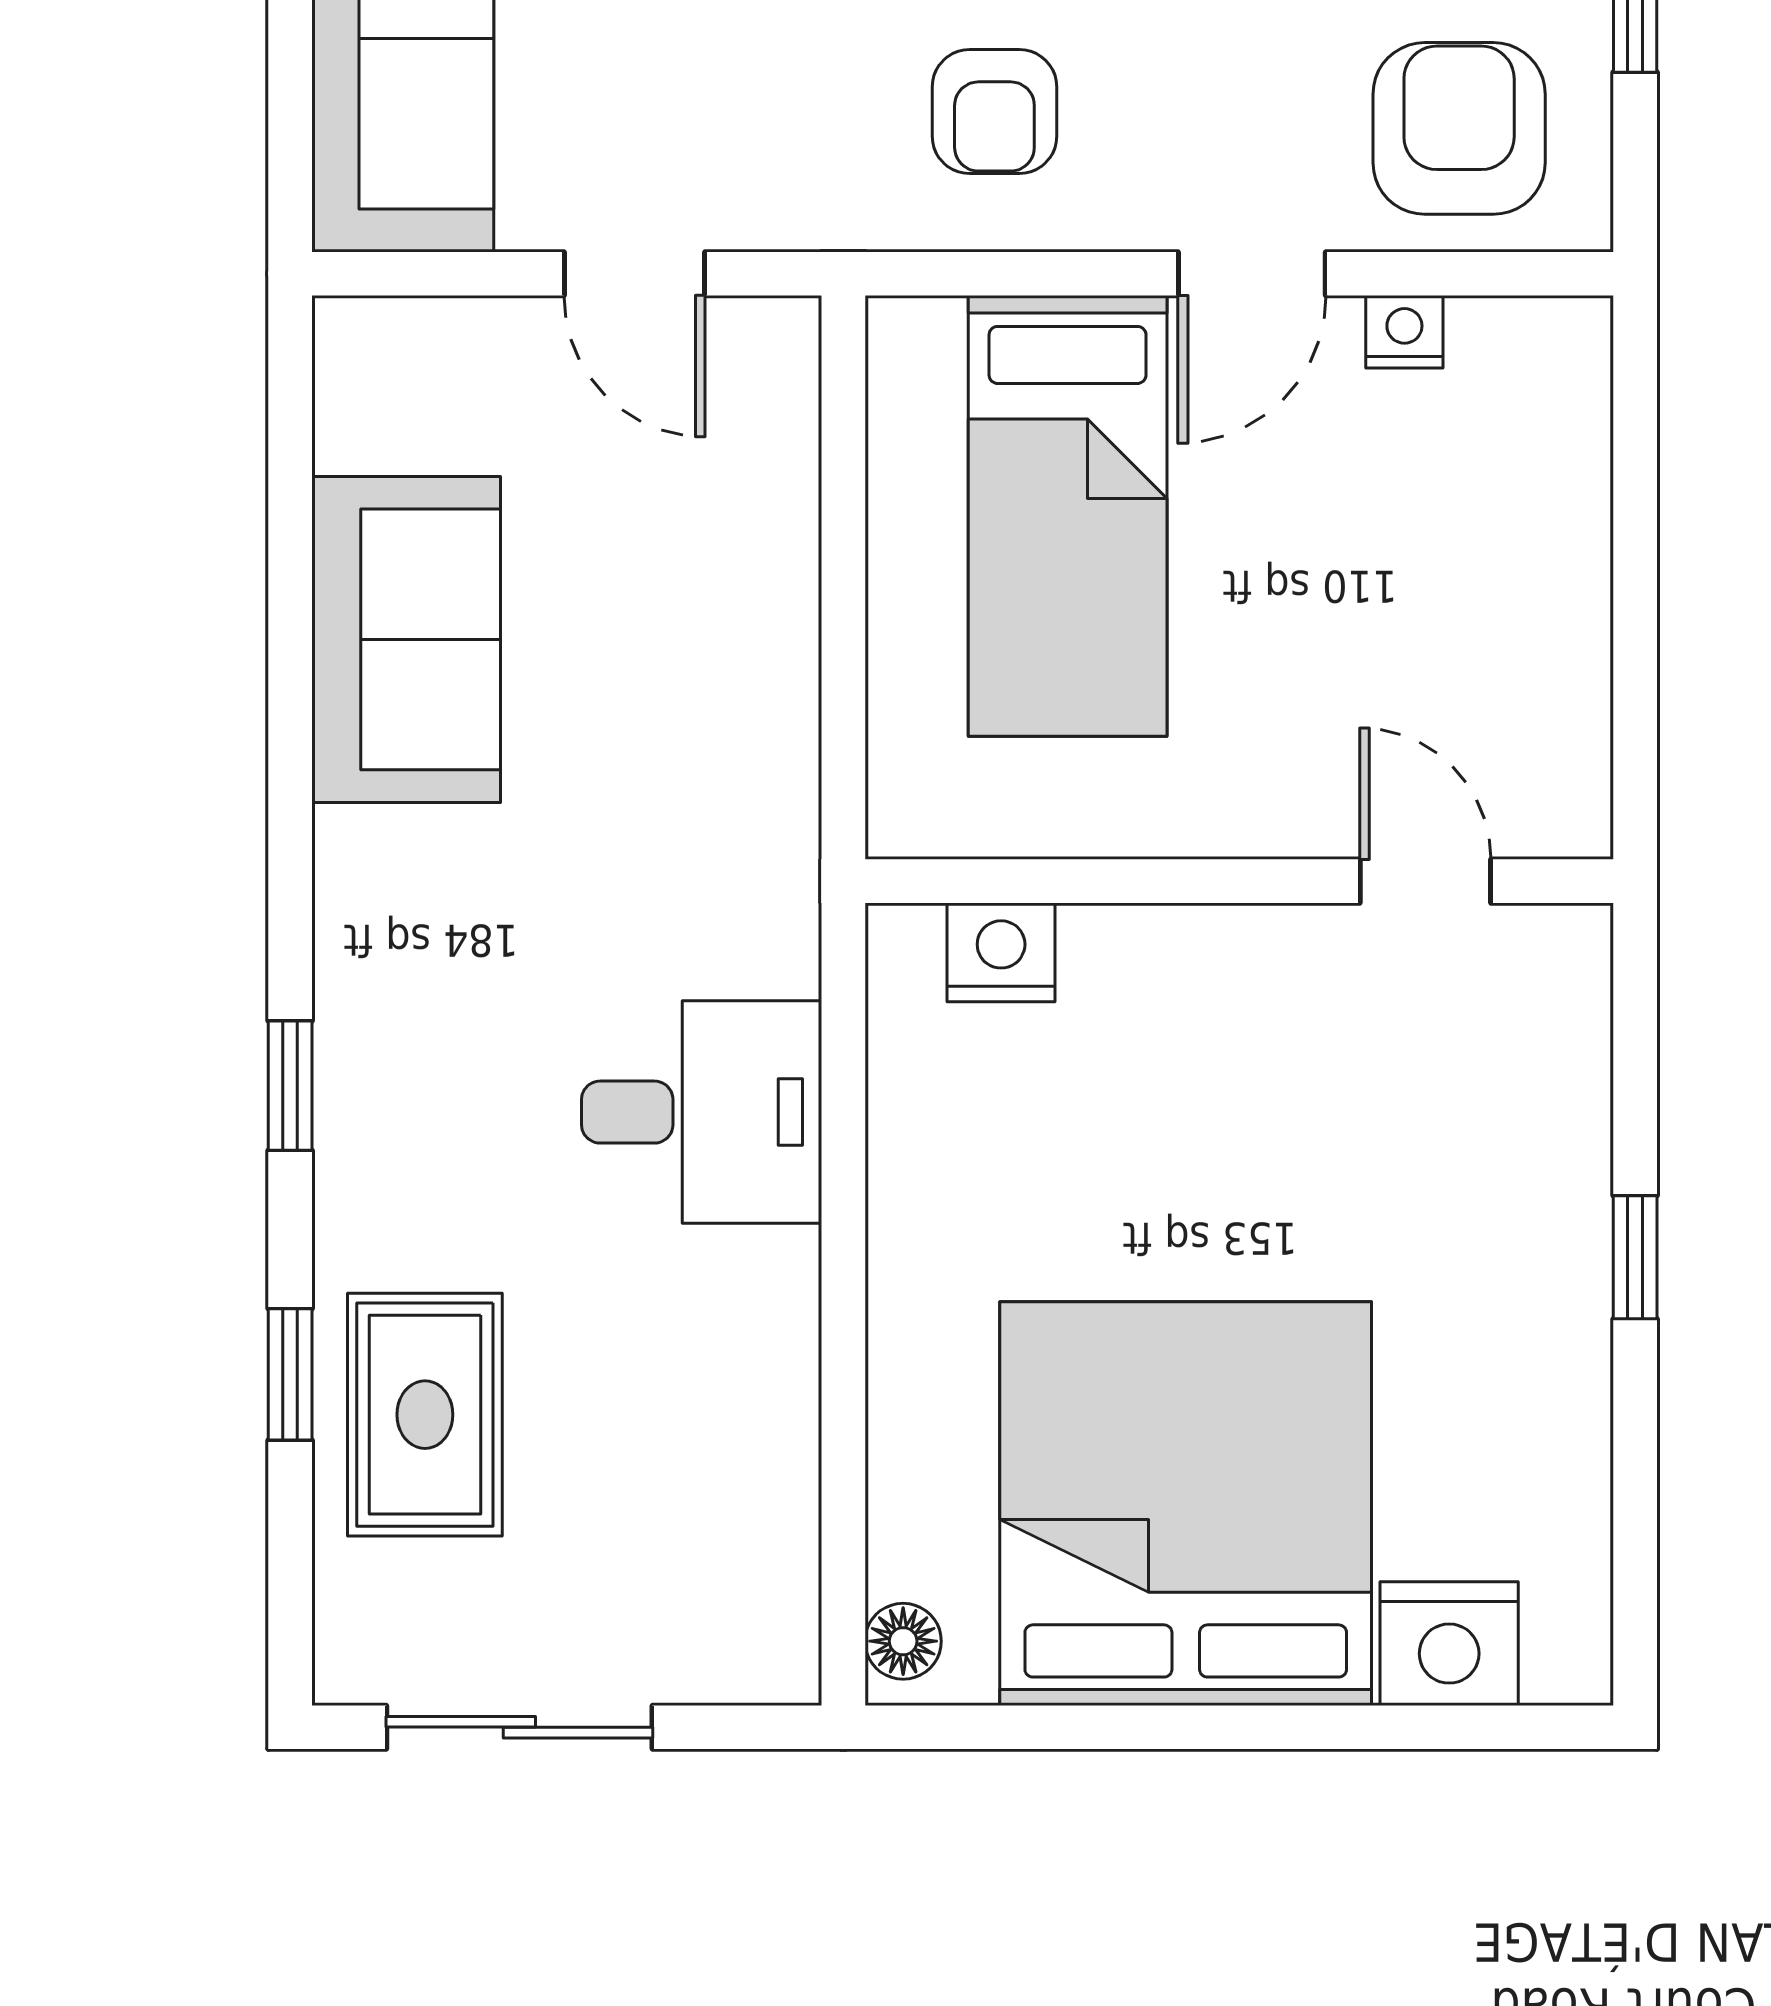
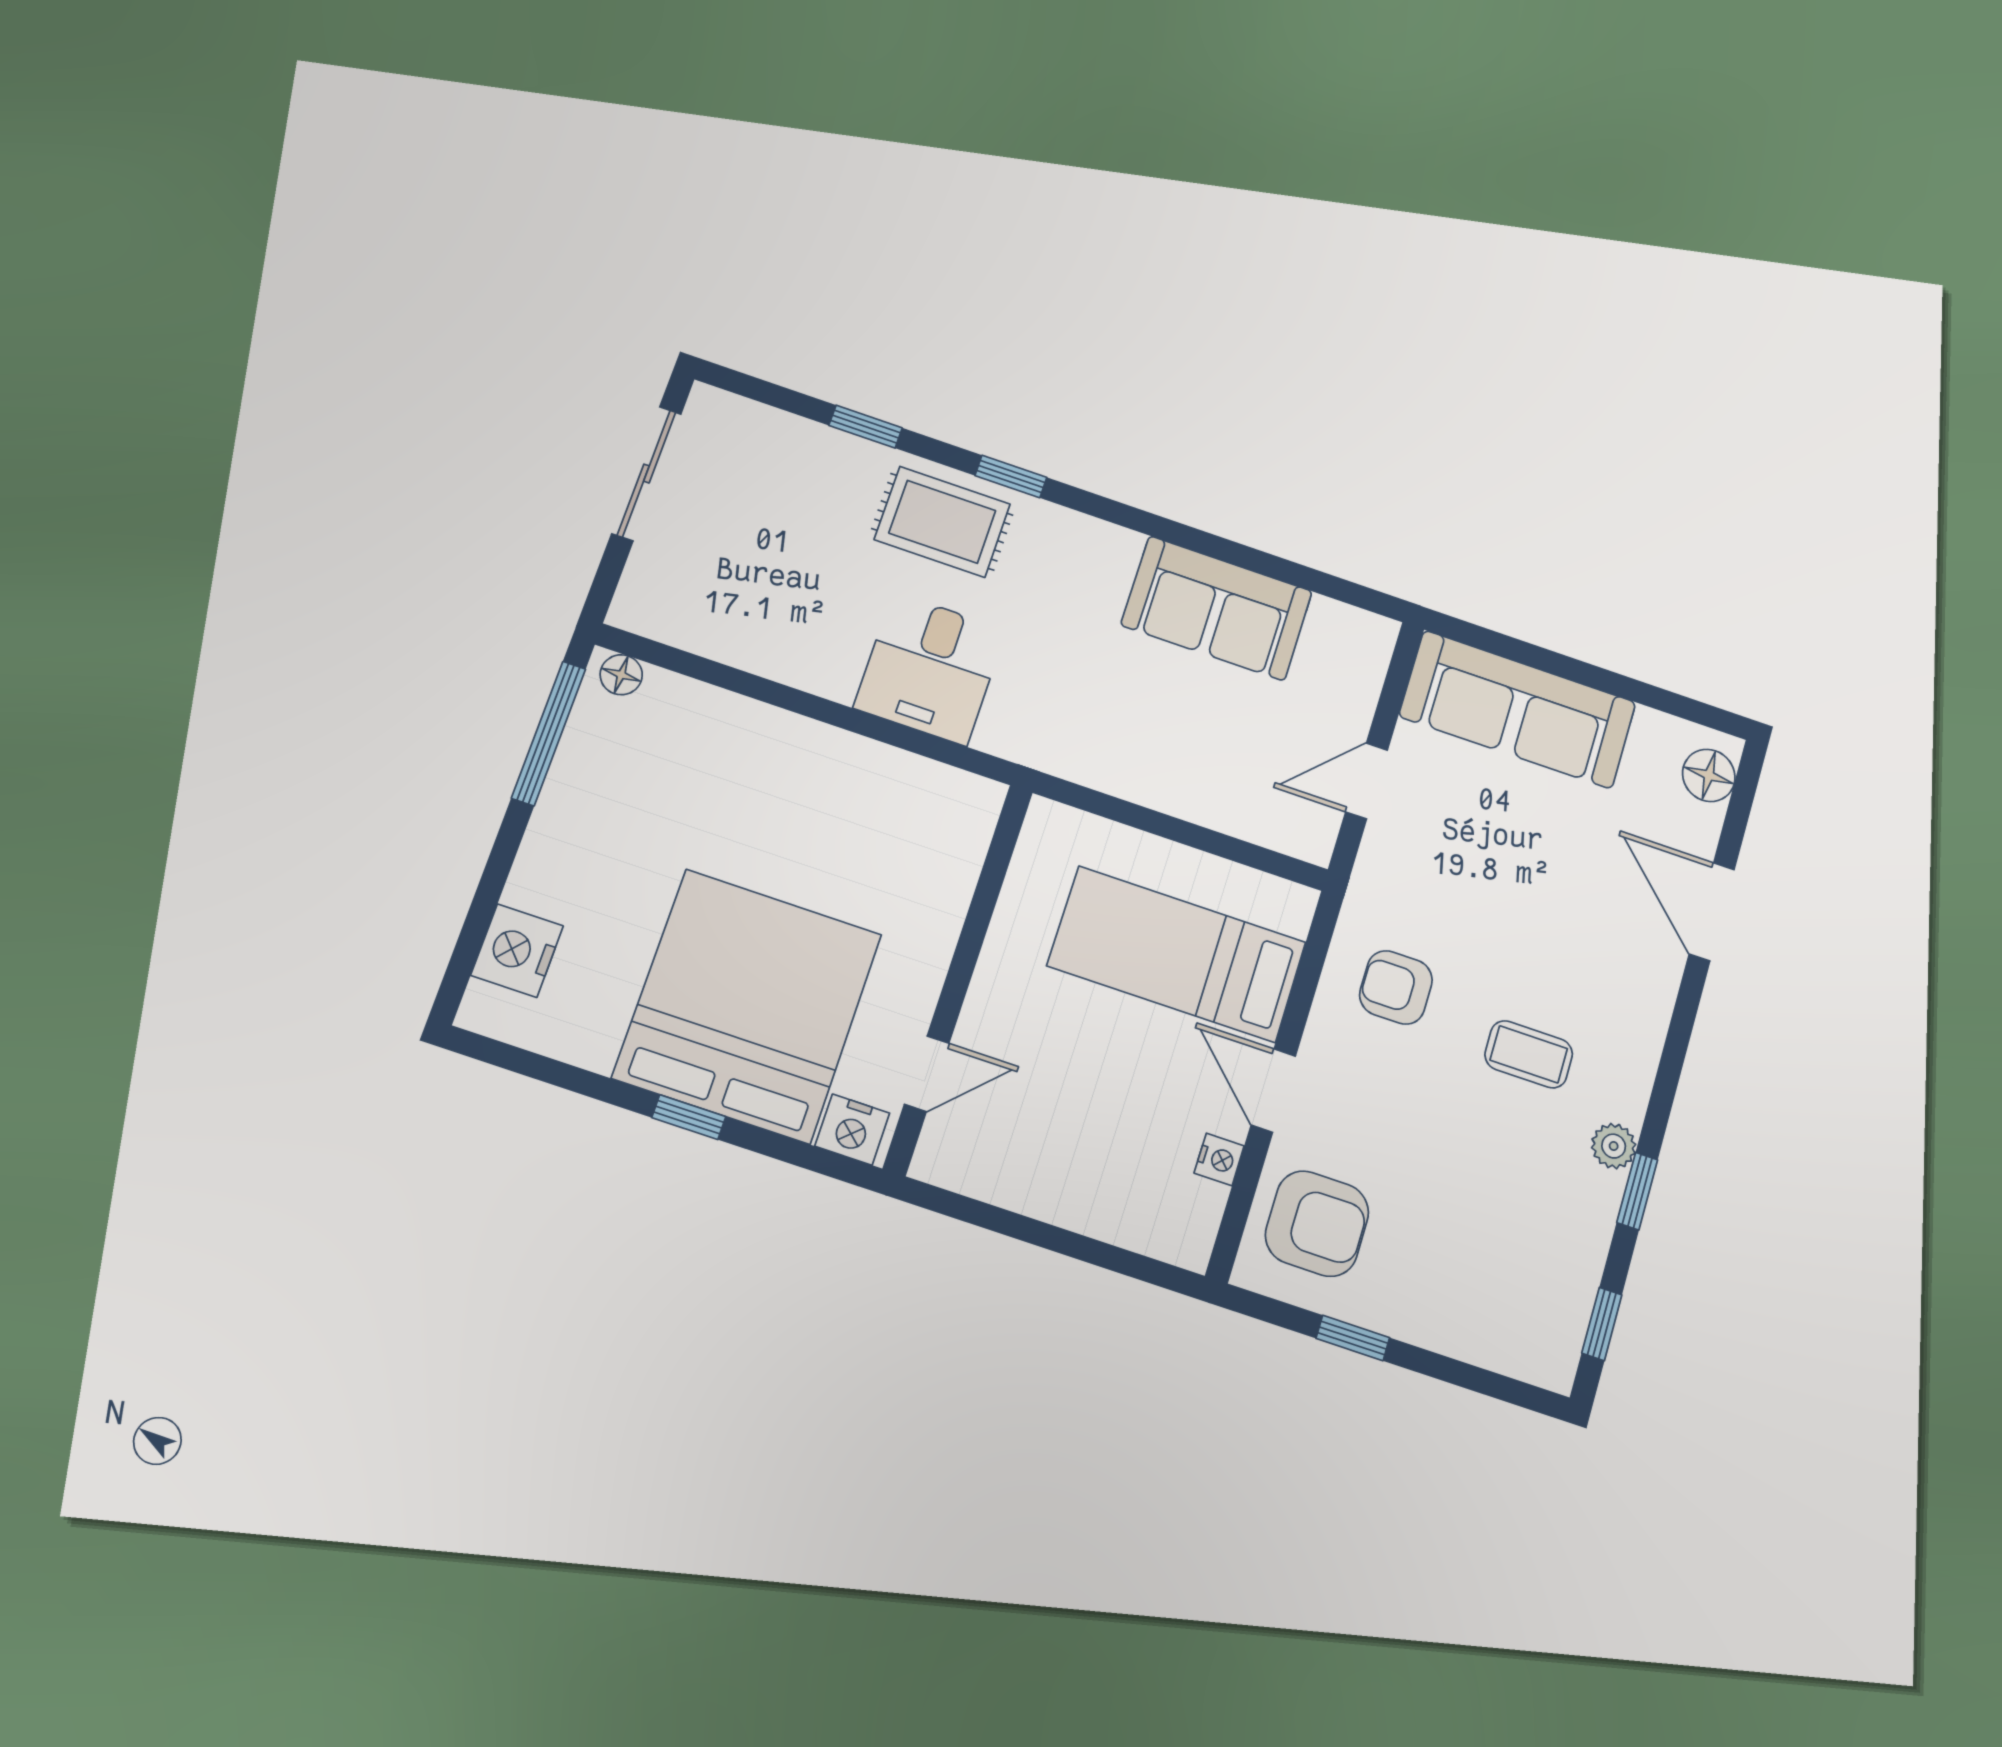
nightstand: (1001, 952) -> (852, 1130), moved, turned 90
rug: (425, 1415) -> (942, 522), moved
bed: (1186, 1504) -> (748, 1006), moved, turned -90
window: (1052, 1727) -> (549, 733), added

